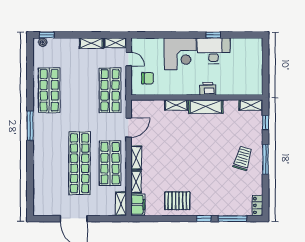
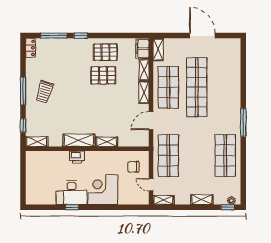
shelving: (91, 43) -> (202, 200), moved
pallet: (180, 176) -> (103, 75), added

